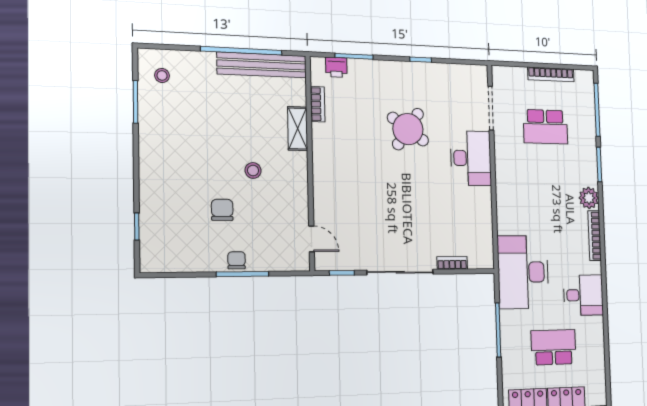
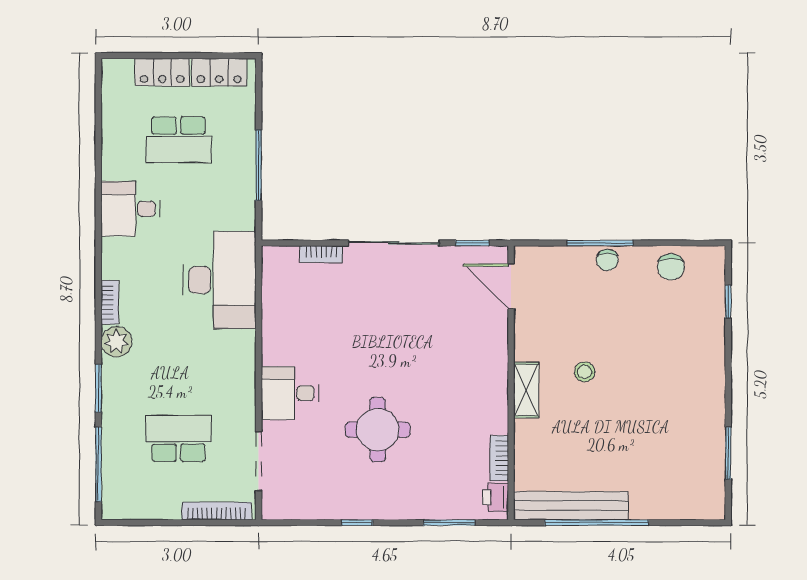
printer: (336, 67) -> (496, 497), moved, turned -90
bookcase: (551, 74) -> (217, 511), moved
stool: (162, 75) -> (696, 487), removed
shelving: (298, 129) -> (526, 390), moved
round table: (408, 129) -> (378, 430), turned -35
desk: (471, 158) -> (290, 393), width x0.73
chair: (222, 210) -> (671, 267), moved
bookcase: (595, 236) -> (110, 302), width x0.64
door: (312, 239) -> (511, 286), width x1.37
desk: (523, 272) -> (219, 280), moved

